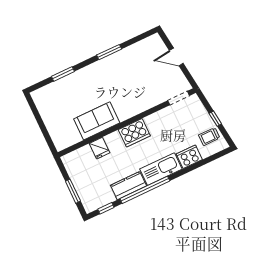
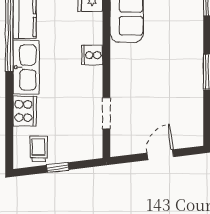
doorway: (179, 98) -> (106, 113), moved
cooker: (134, 133) -> (92, 55), width x0.53, depth x0.76

